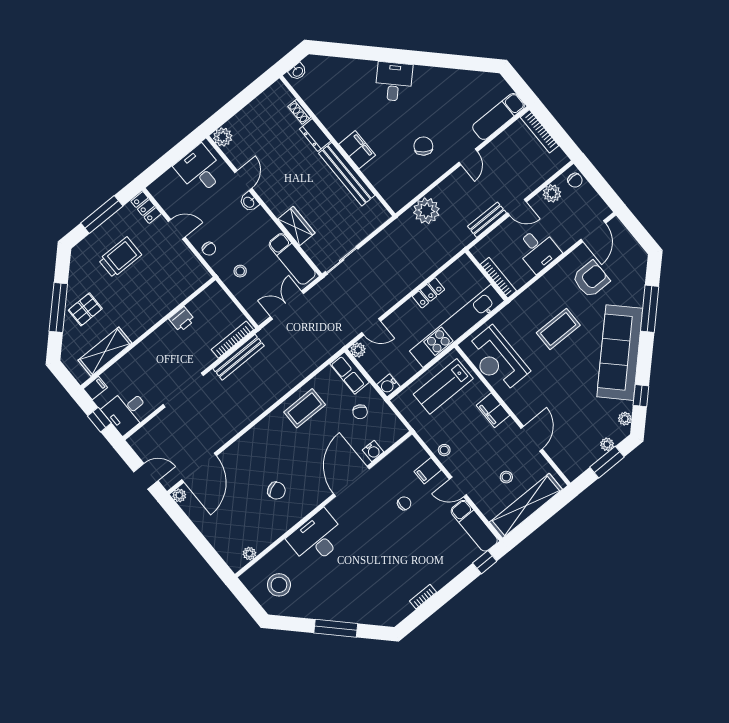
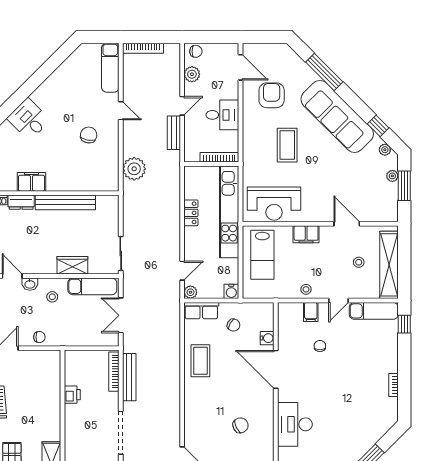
chair: (423, 146) -> (89, 135), turned 65
filing cabinet: (357, 150) -> (32, 182), moved
stool: (240, 271) -> (52, 297), moved

